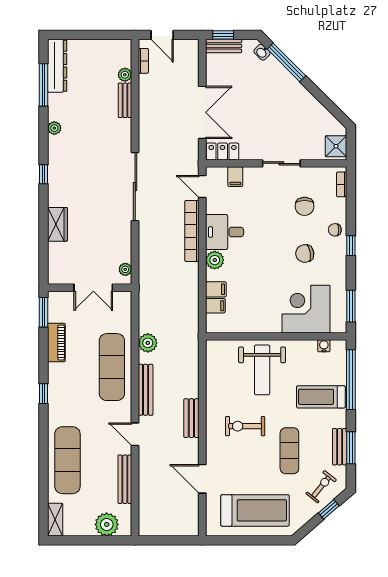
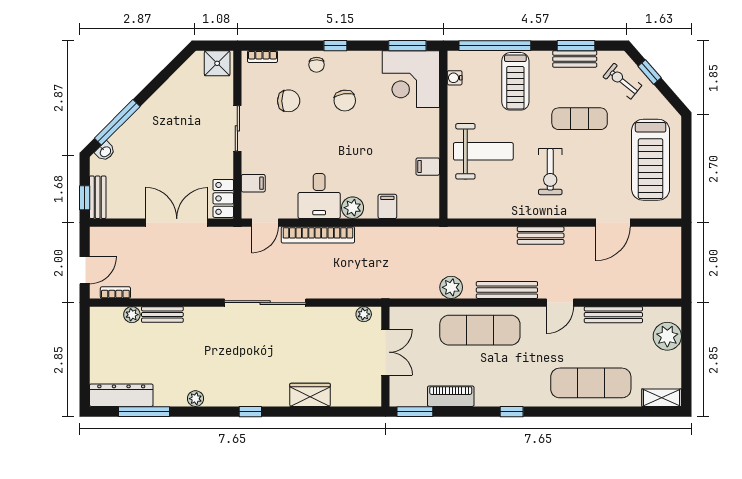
filing cabinet: (215, 306) -> (428, 167), moved, turned -90
corner desk: (306, 309) -> (411, 79), moved
treadmill: (255, 510) -> (651, 160), turned 180

